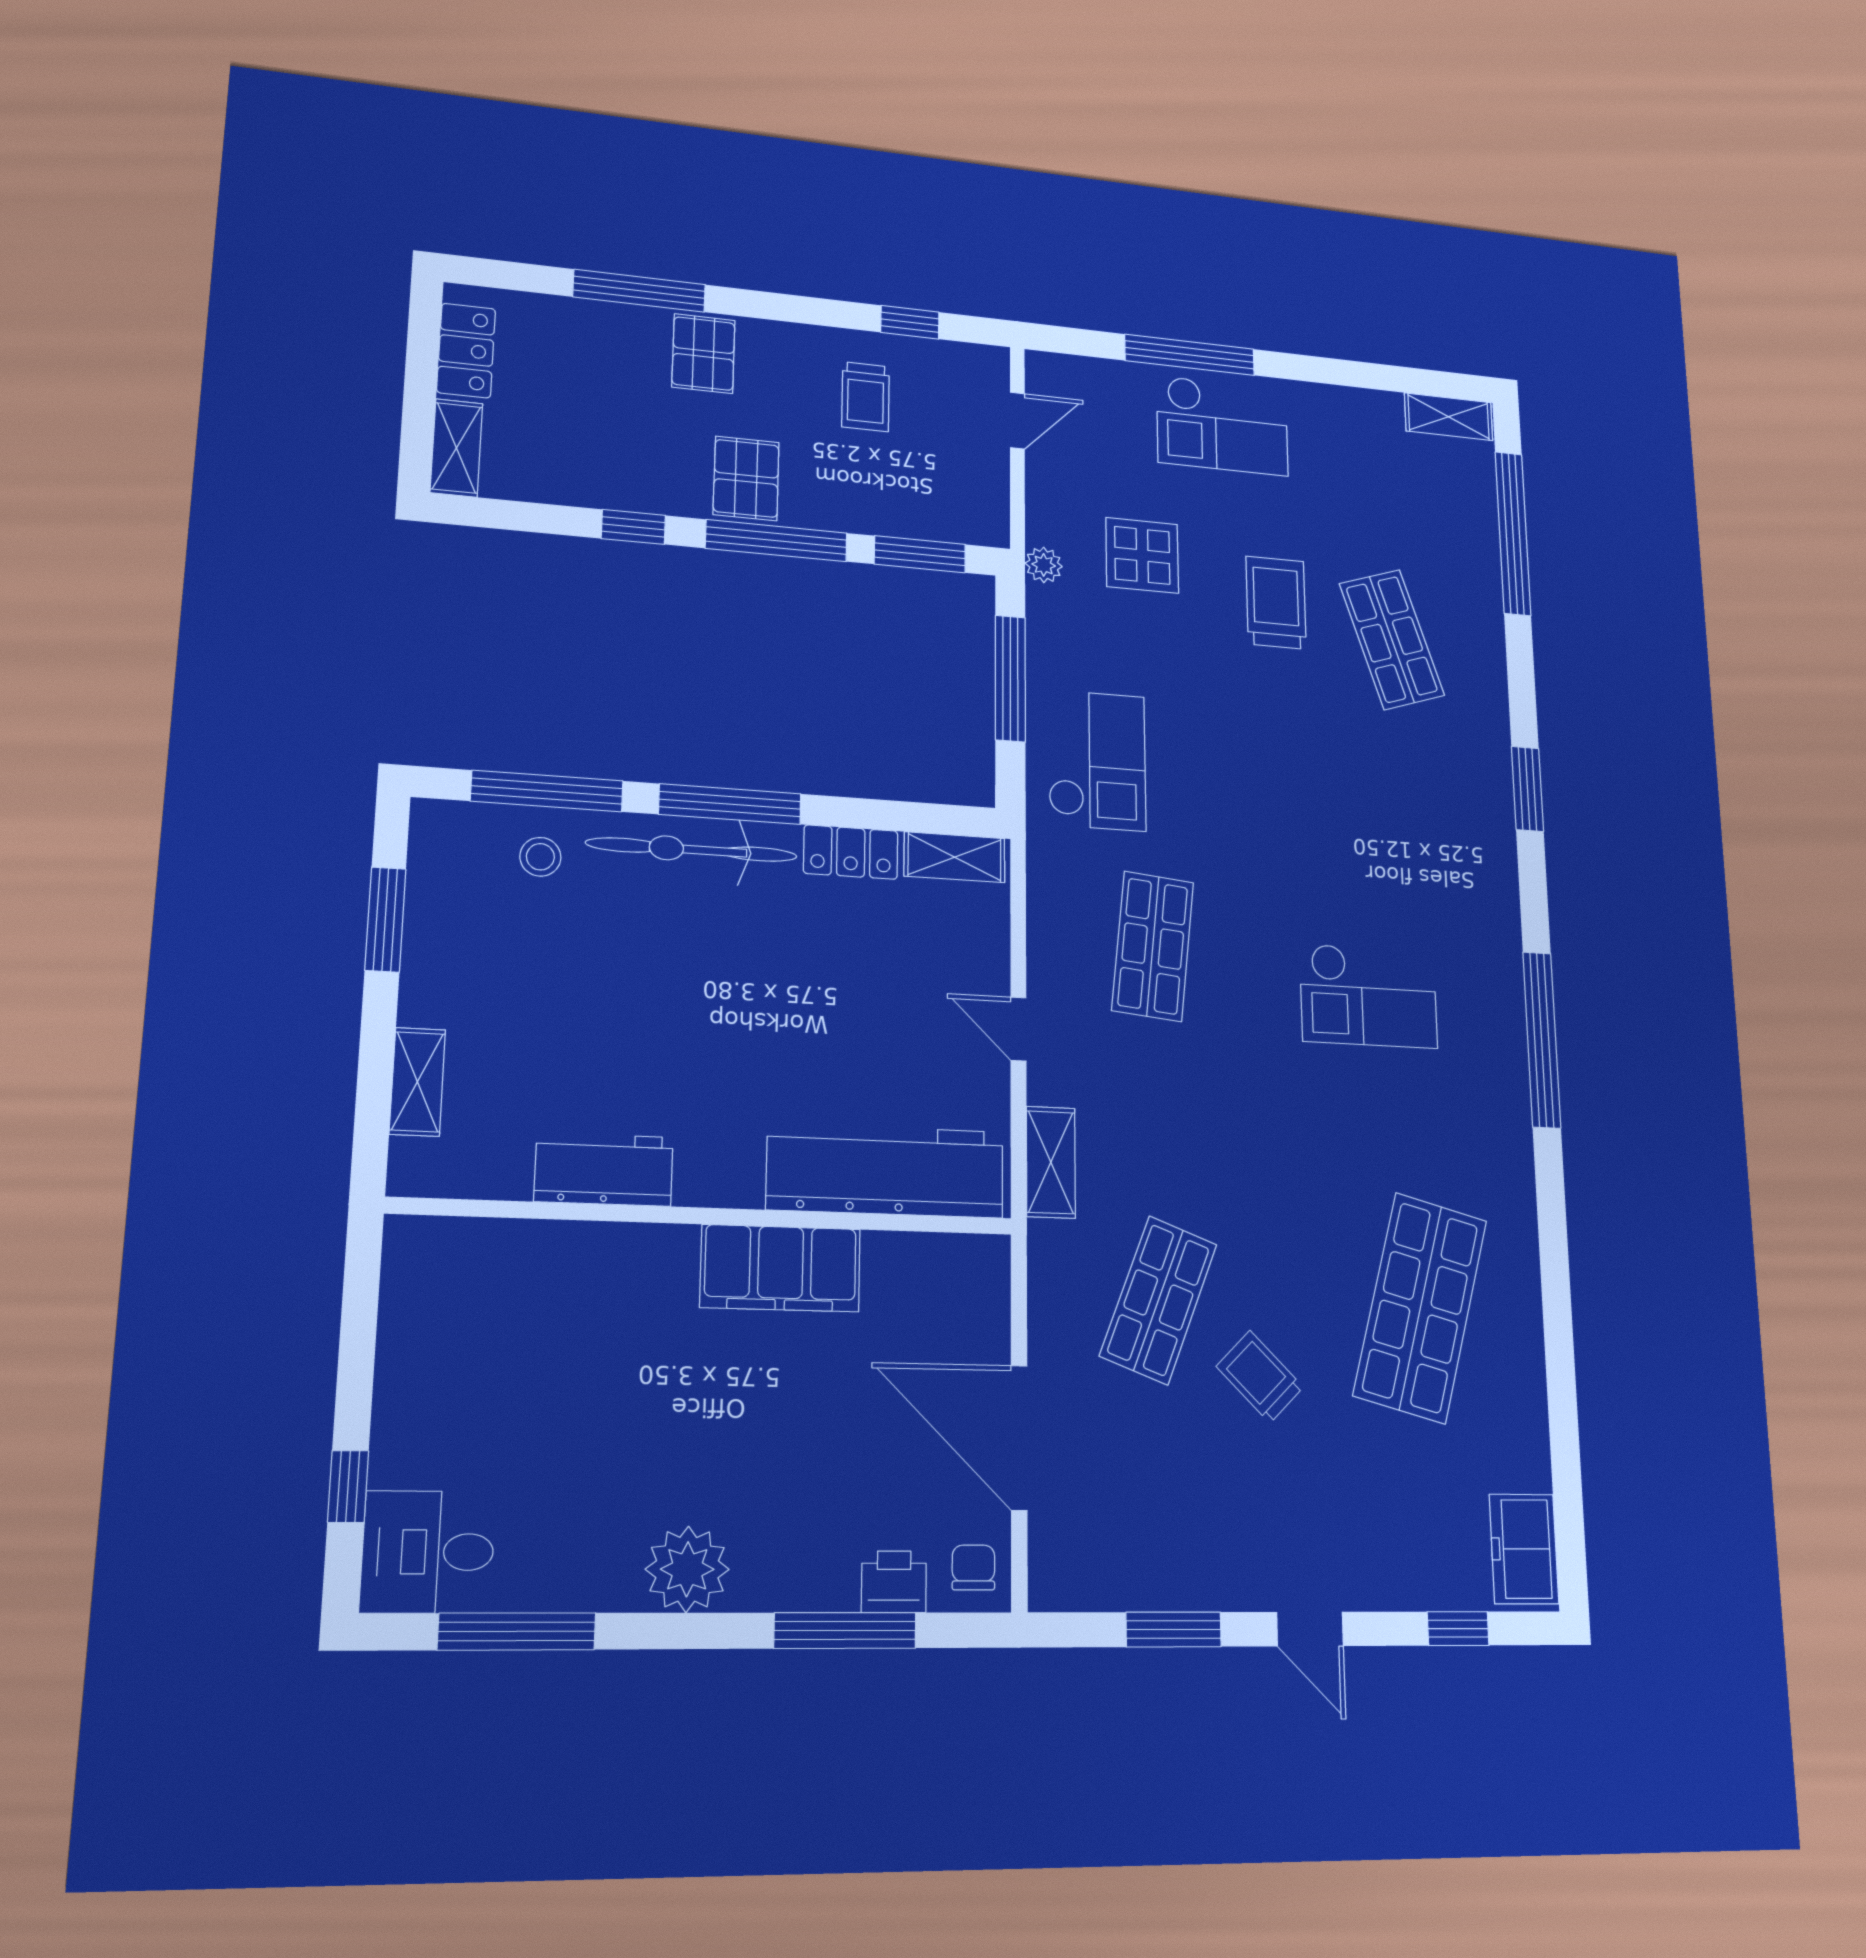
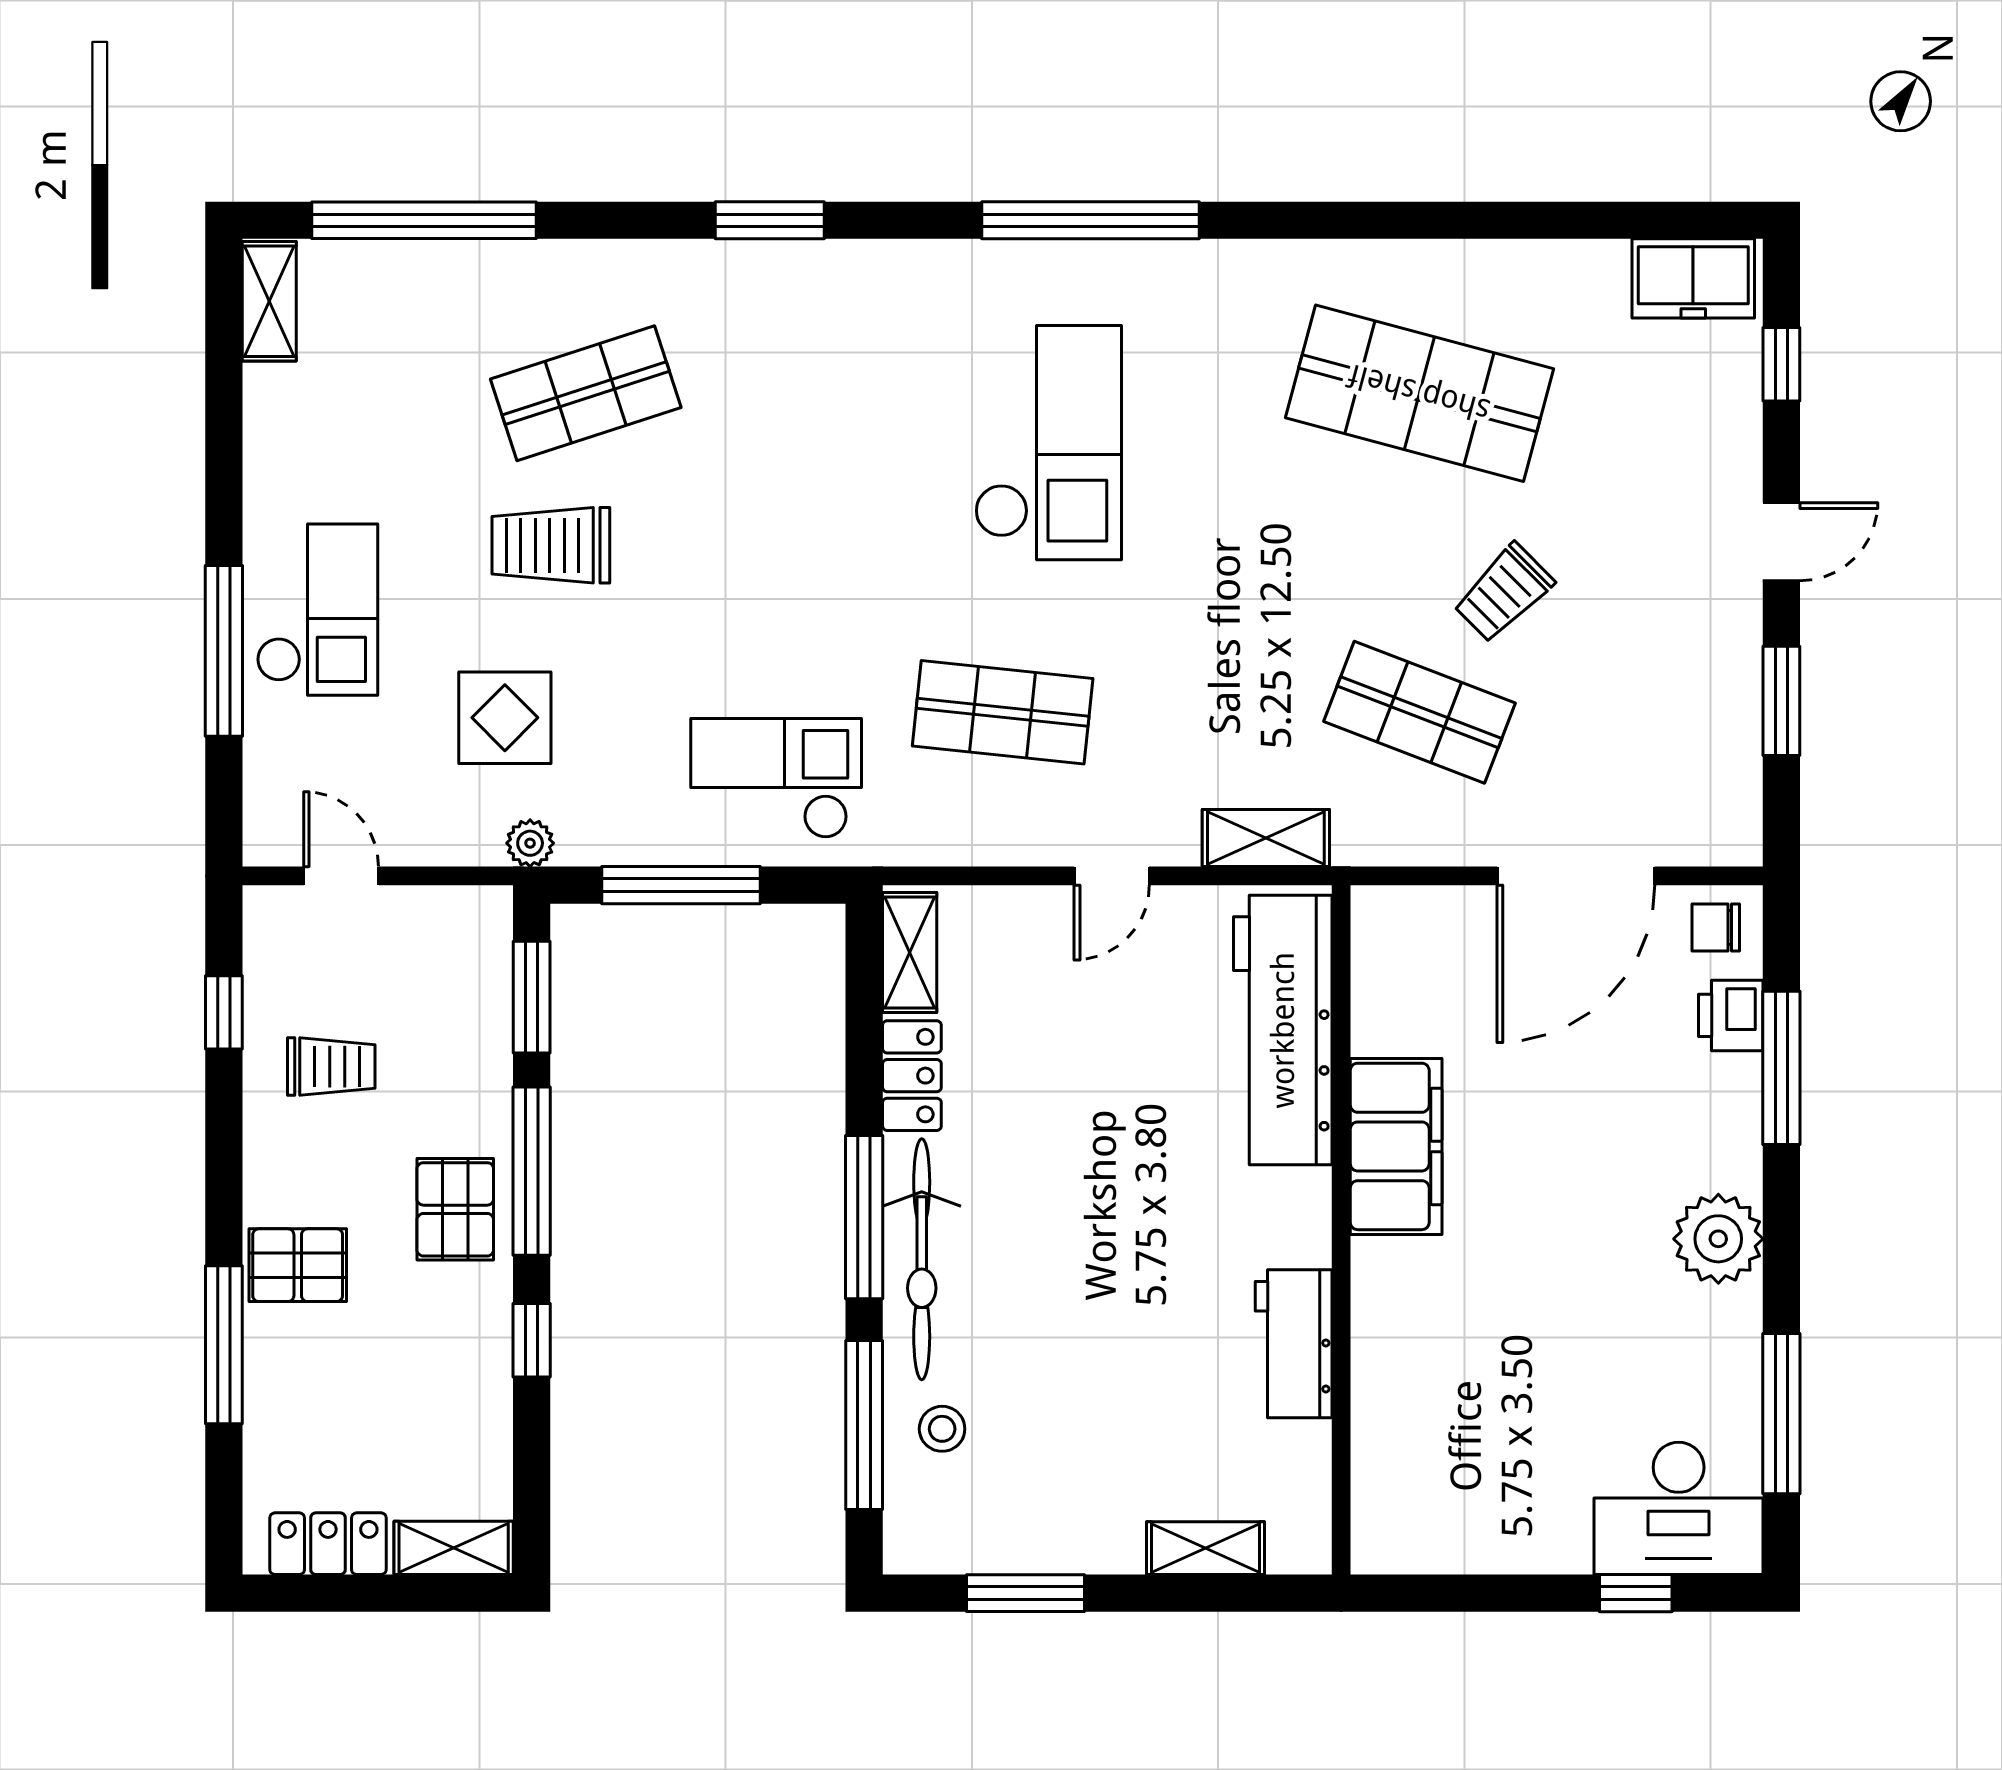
pallet: (746, 478) -> (455, 1209), turned 90
checkout: (1369, 996) -> (1048, 443), width x1.36, depth x1.21
desk: (428, 1552) -> (1679, 1508), width x1.37

